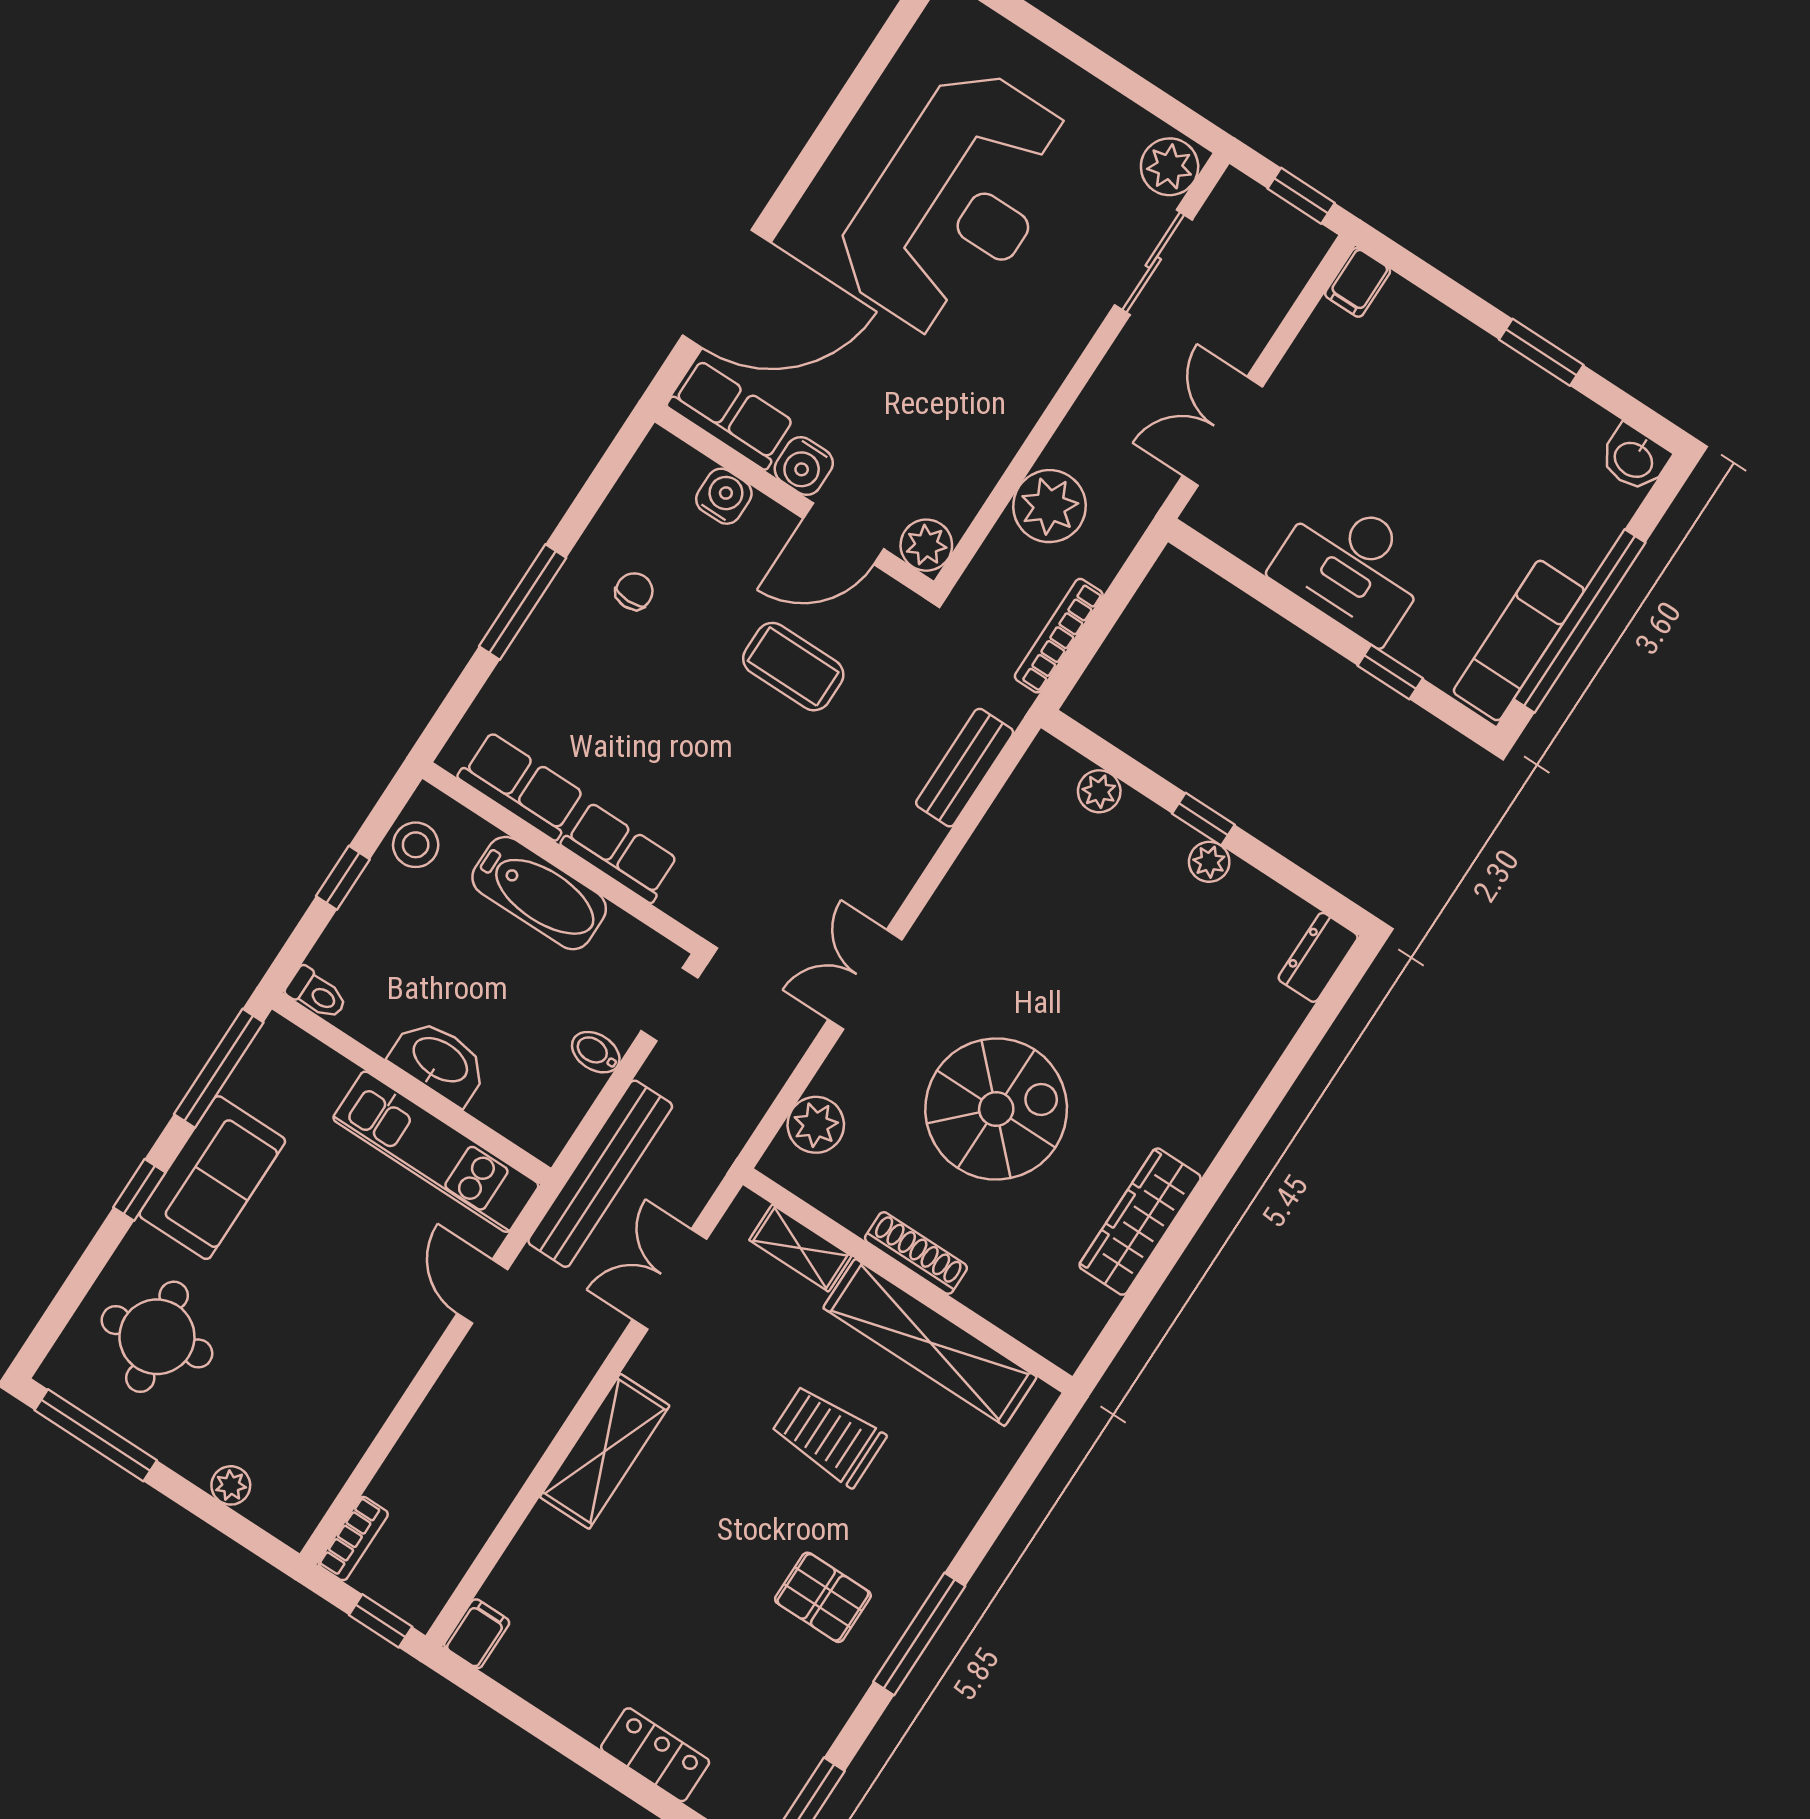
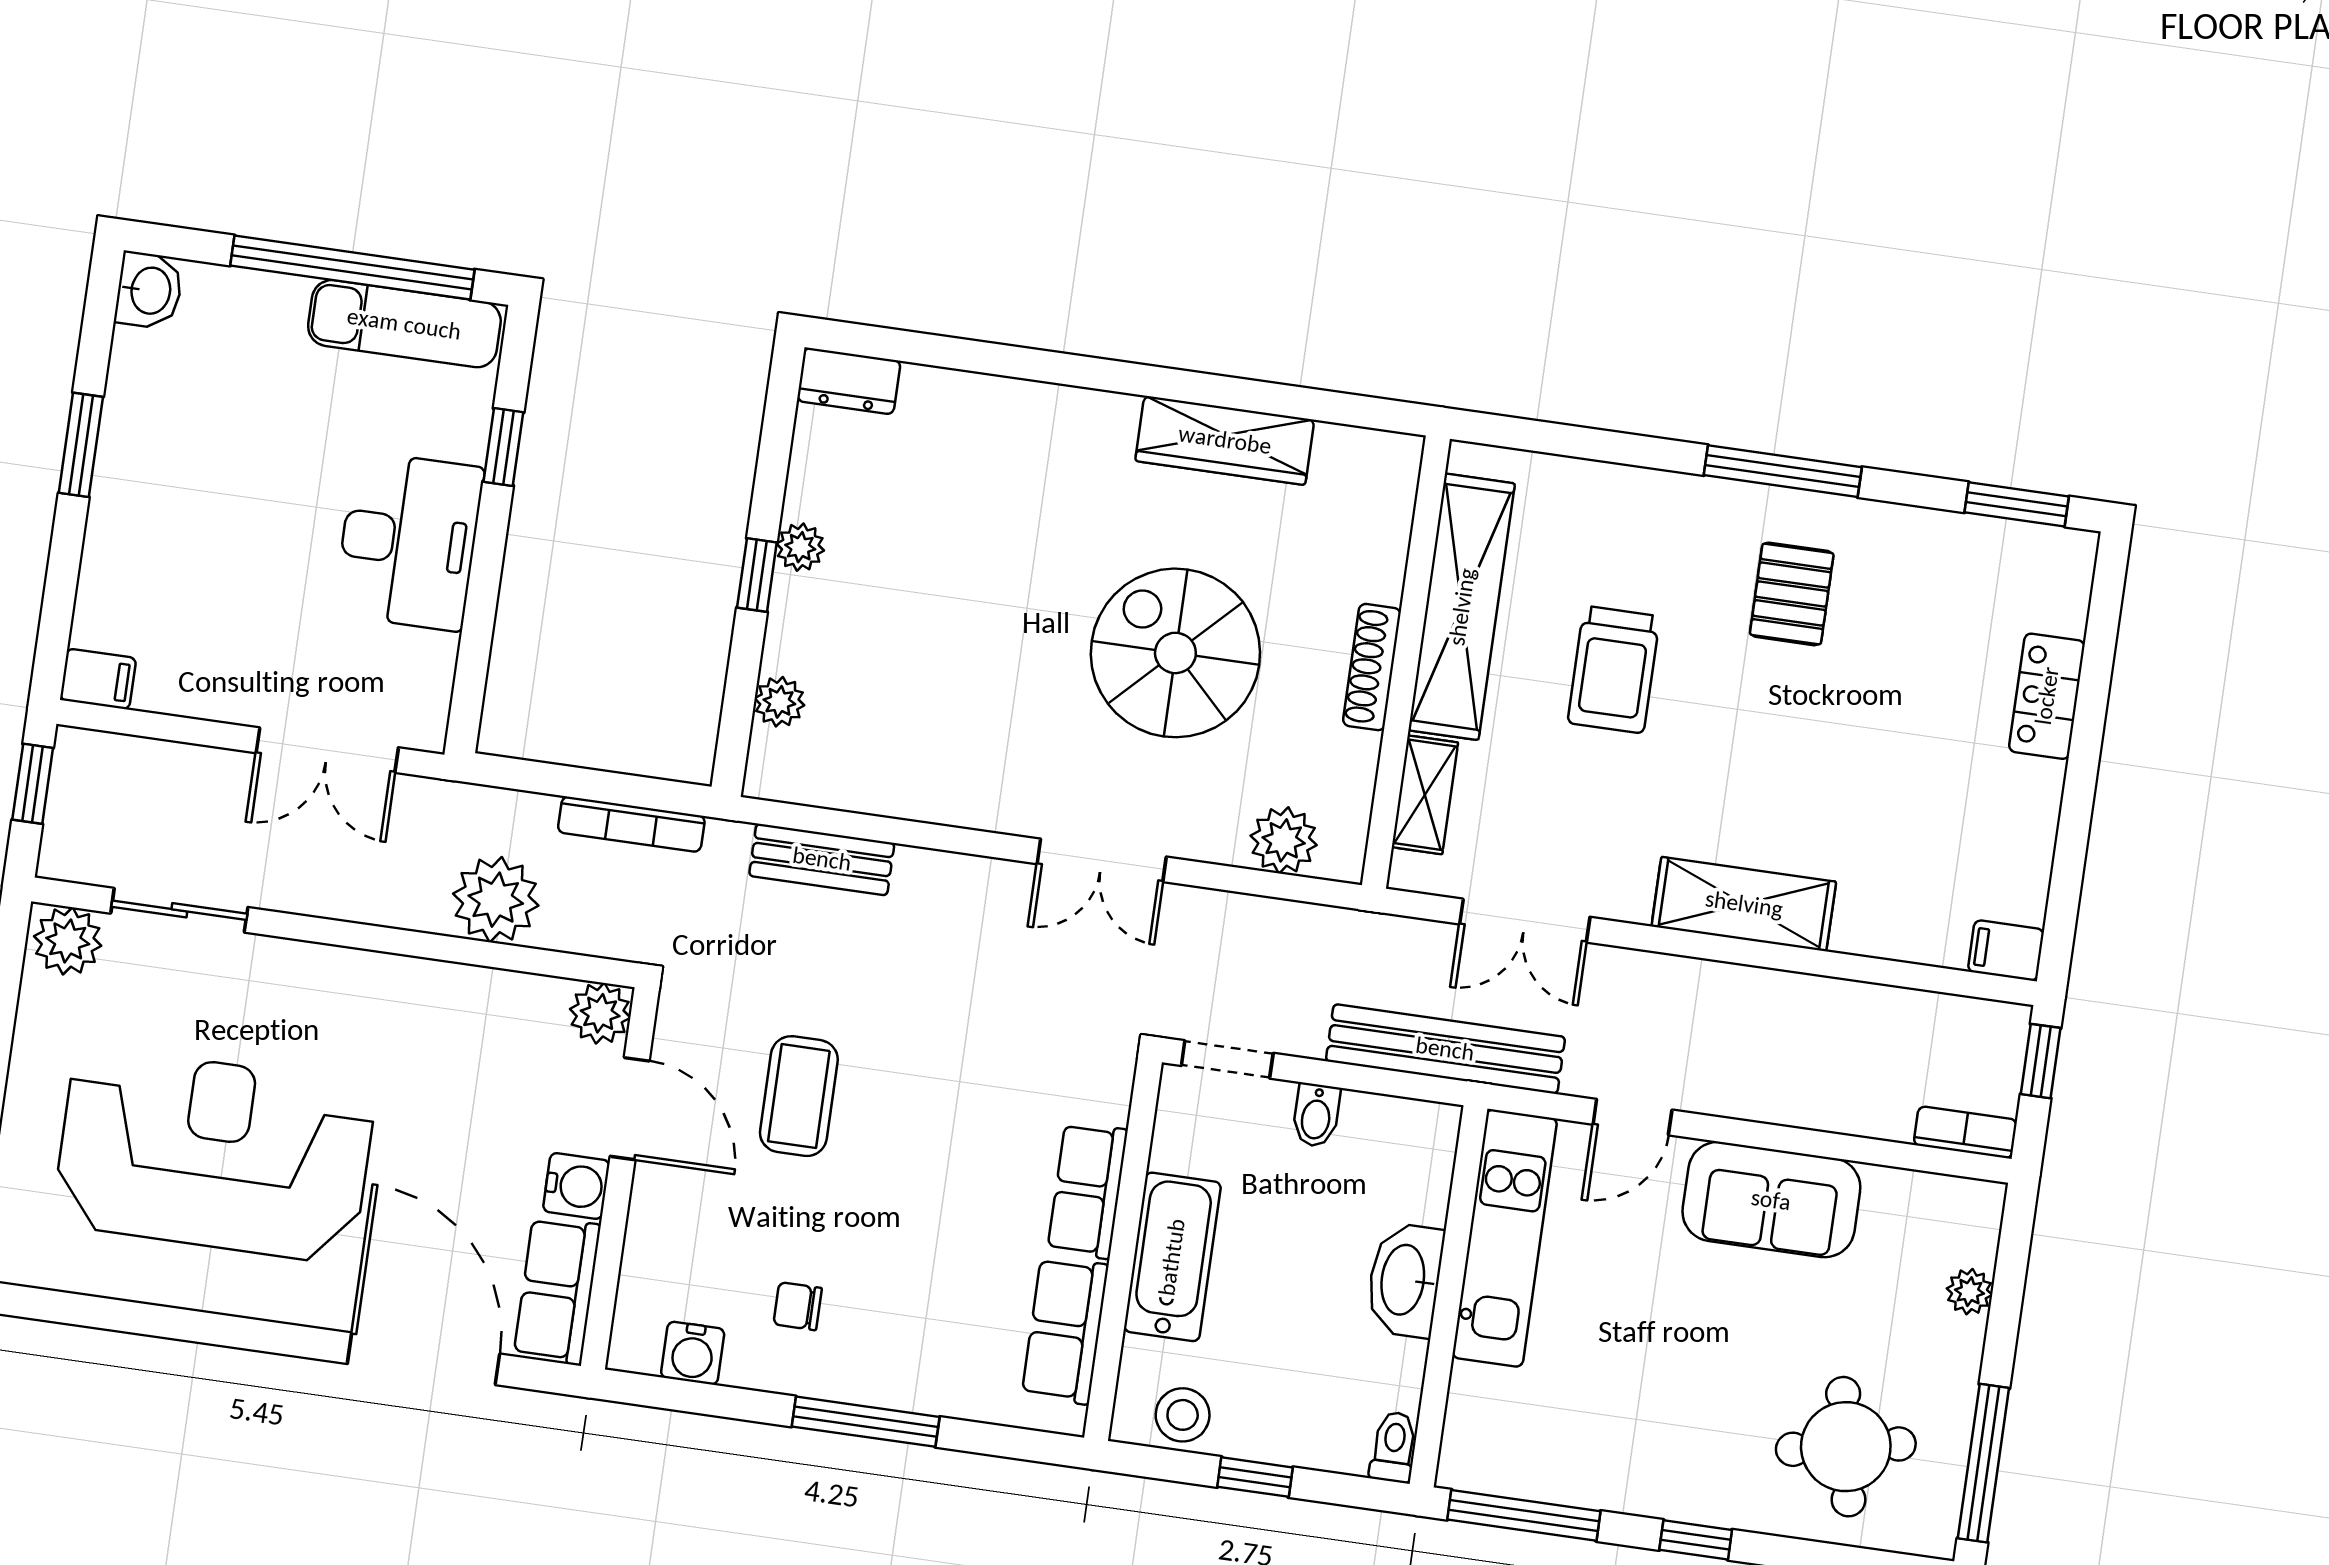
water cooler: (724, 496) -> (693, 1353), moved, turned -90
sofa: (212, 1178) -> (1771, 1200), moved, turned 180

